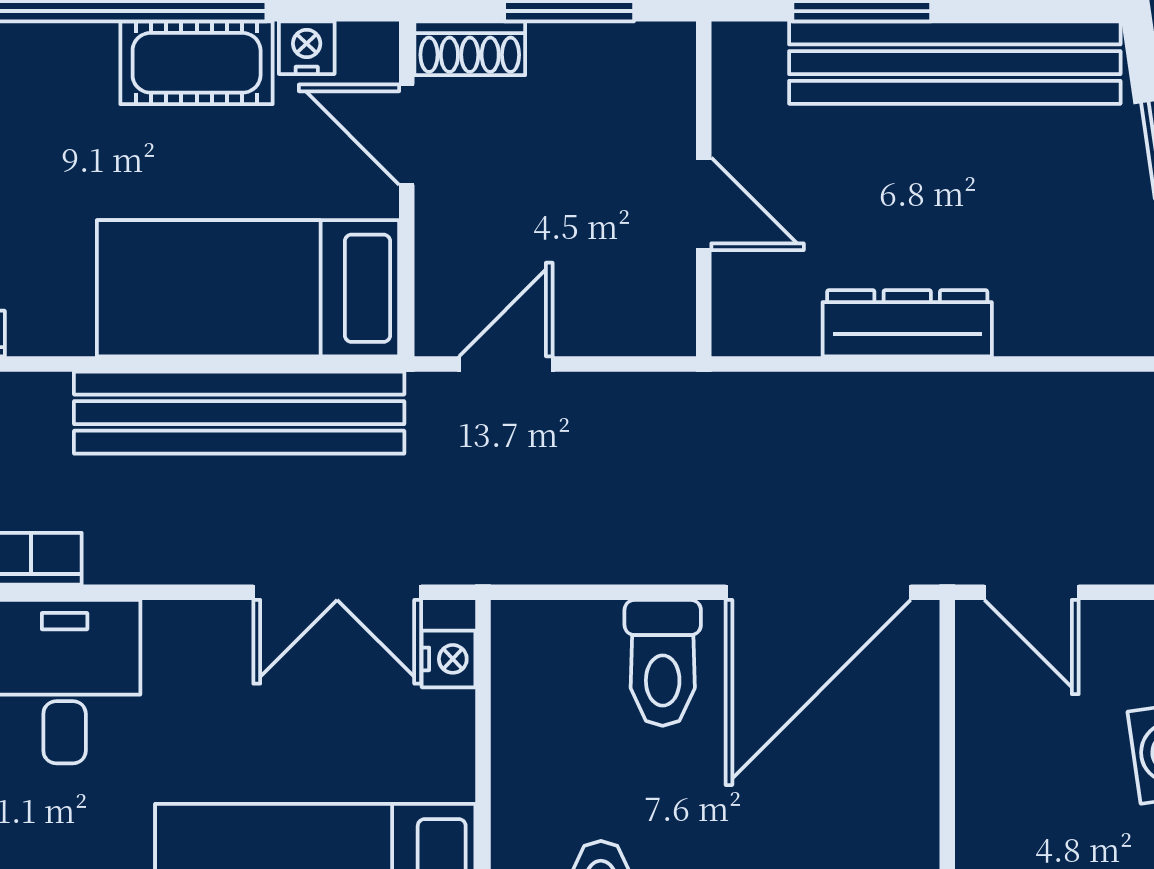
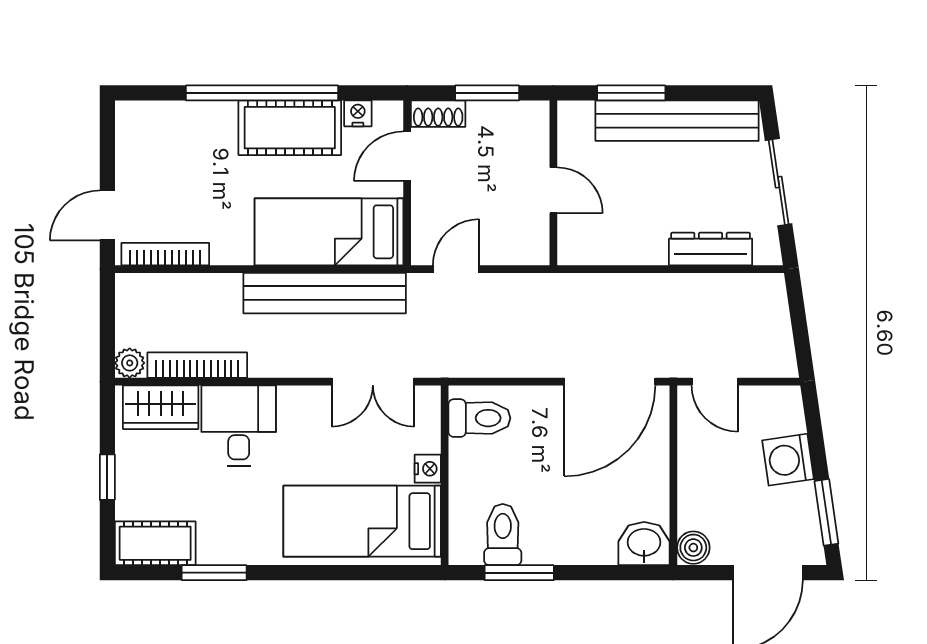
cot: (197, 63) -> (290, 128), width x1.37, depth x1.34
door: (407, 135) -> (407, 156), hinge flipped
dresser: (907, 323) -> (711, 249), moved
nightstand: (448, 659) -> (428, 469), moved
toilet: (663, 663) -> (479, 418), moved, turned -90

